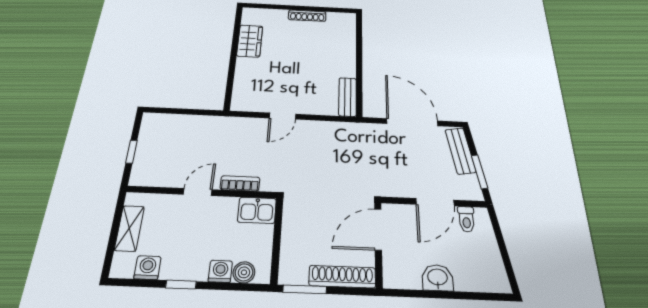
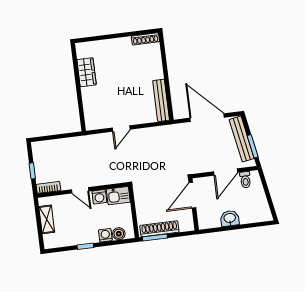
shoe rack: (307, 16) -> (145, 39), moved
bench: (348, 97) -> (161, 100), width x1.36
bench: (460, 151) -> (242, 139), width x1.36
bookcase: (240, 183) -> (48, 187), moved
door: (198, 192) -> (80, 190), swing flipped
washing machine: (148, 268) -> (99, 197), moved, turned 180
shoe rack: (342, 277) -> (159, 229), moved

